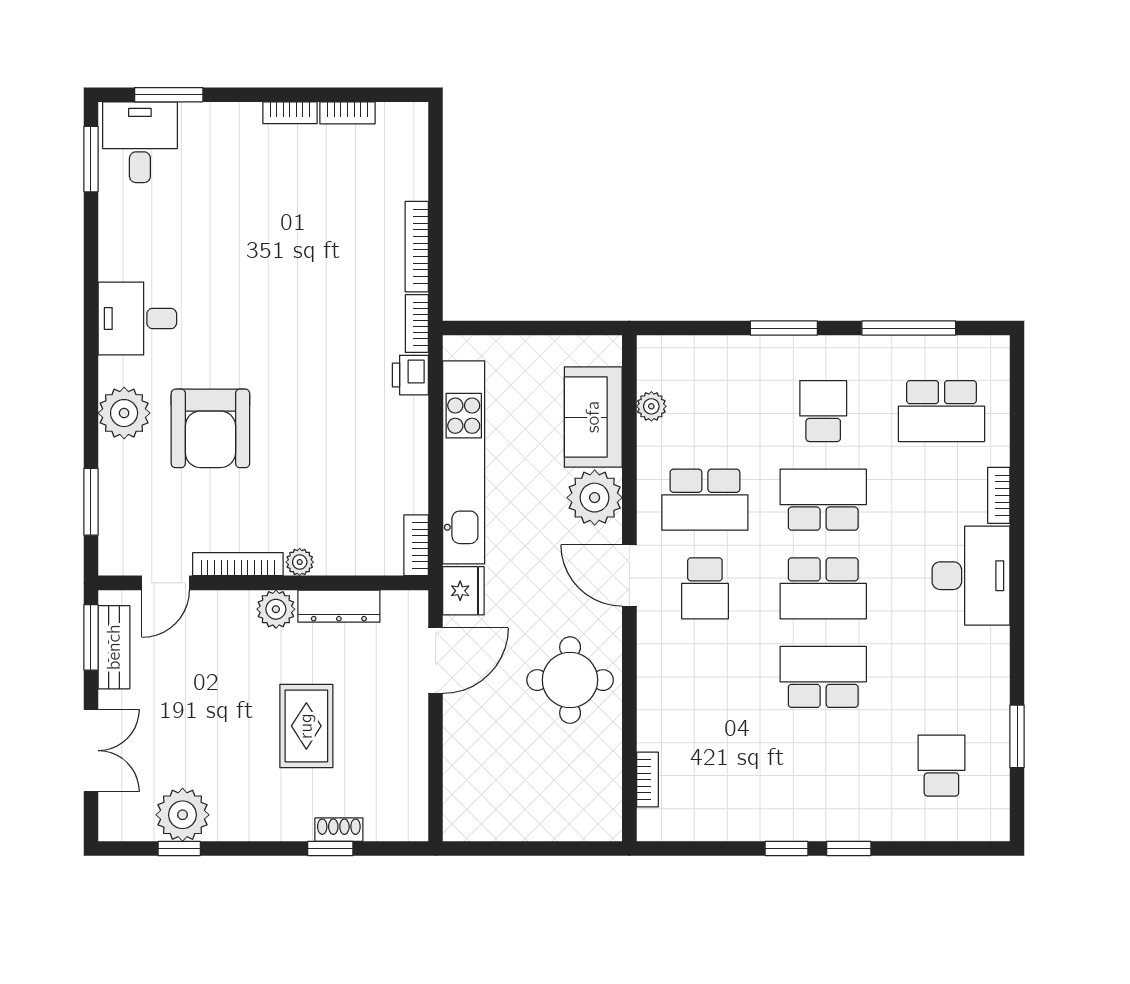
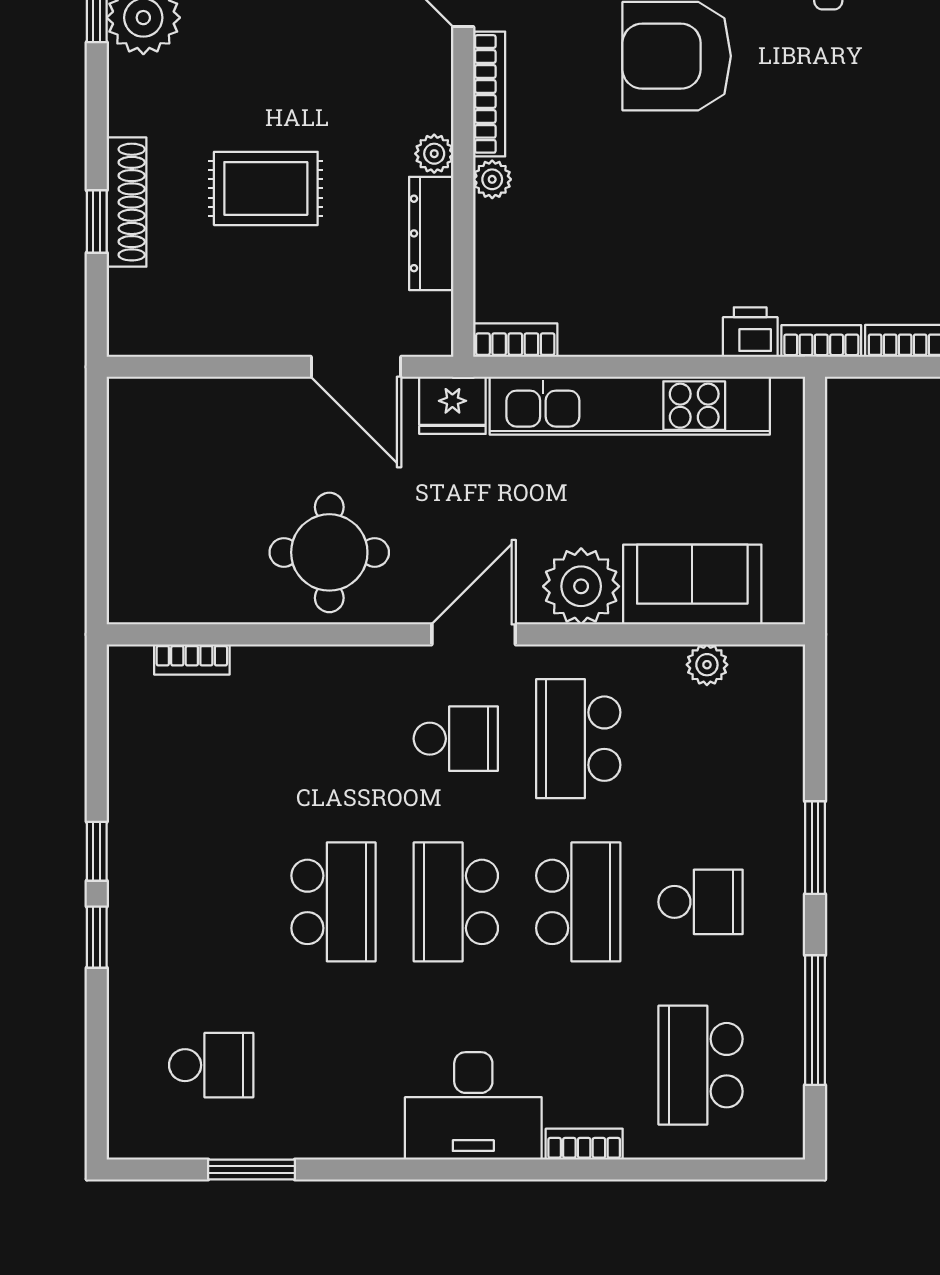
school desk: (705, 588) -> (456, 739), turned 180
plant: (276, 609) -> (434, 154), width x0.73, depth x0.73
shoe rack: (339, 830) -> (127, 202), width x1.94, depth x1.24

